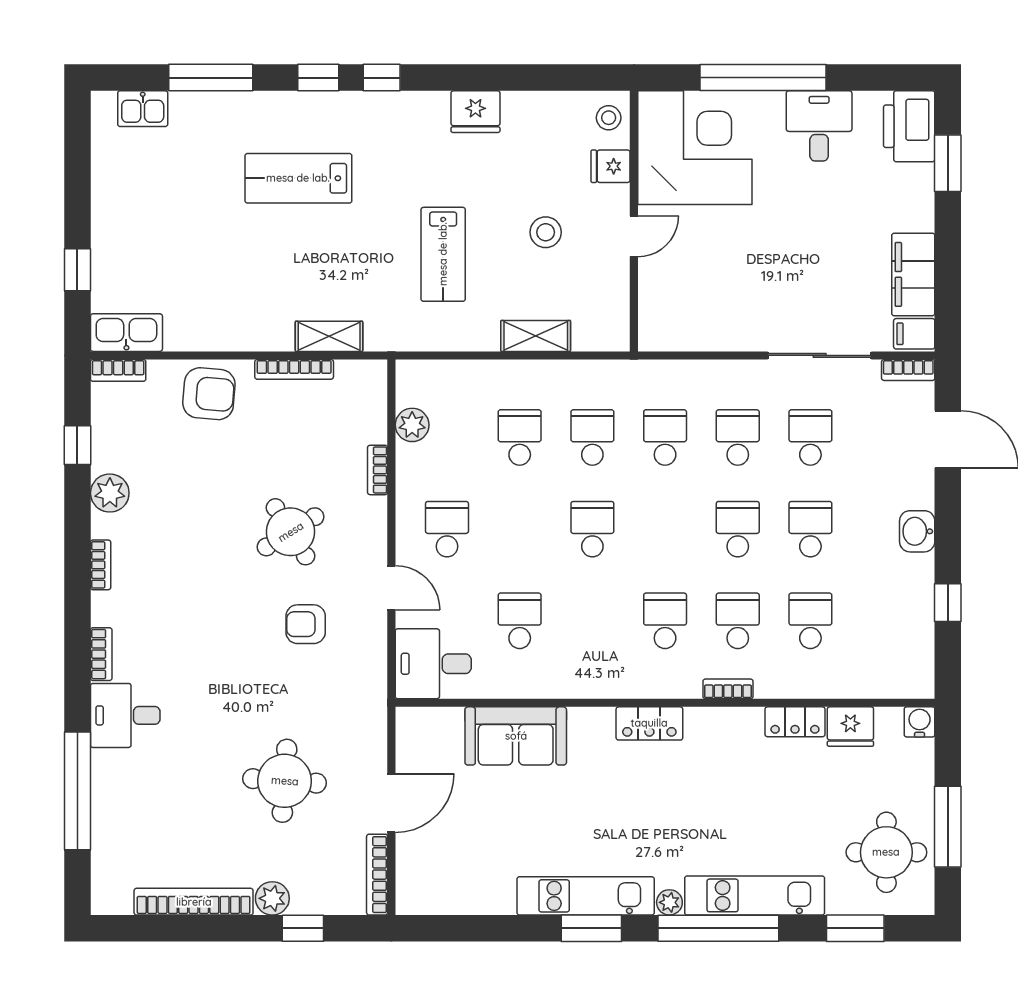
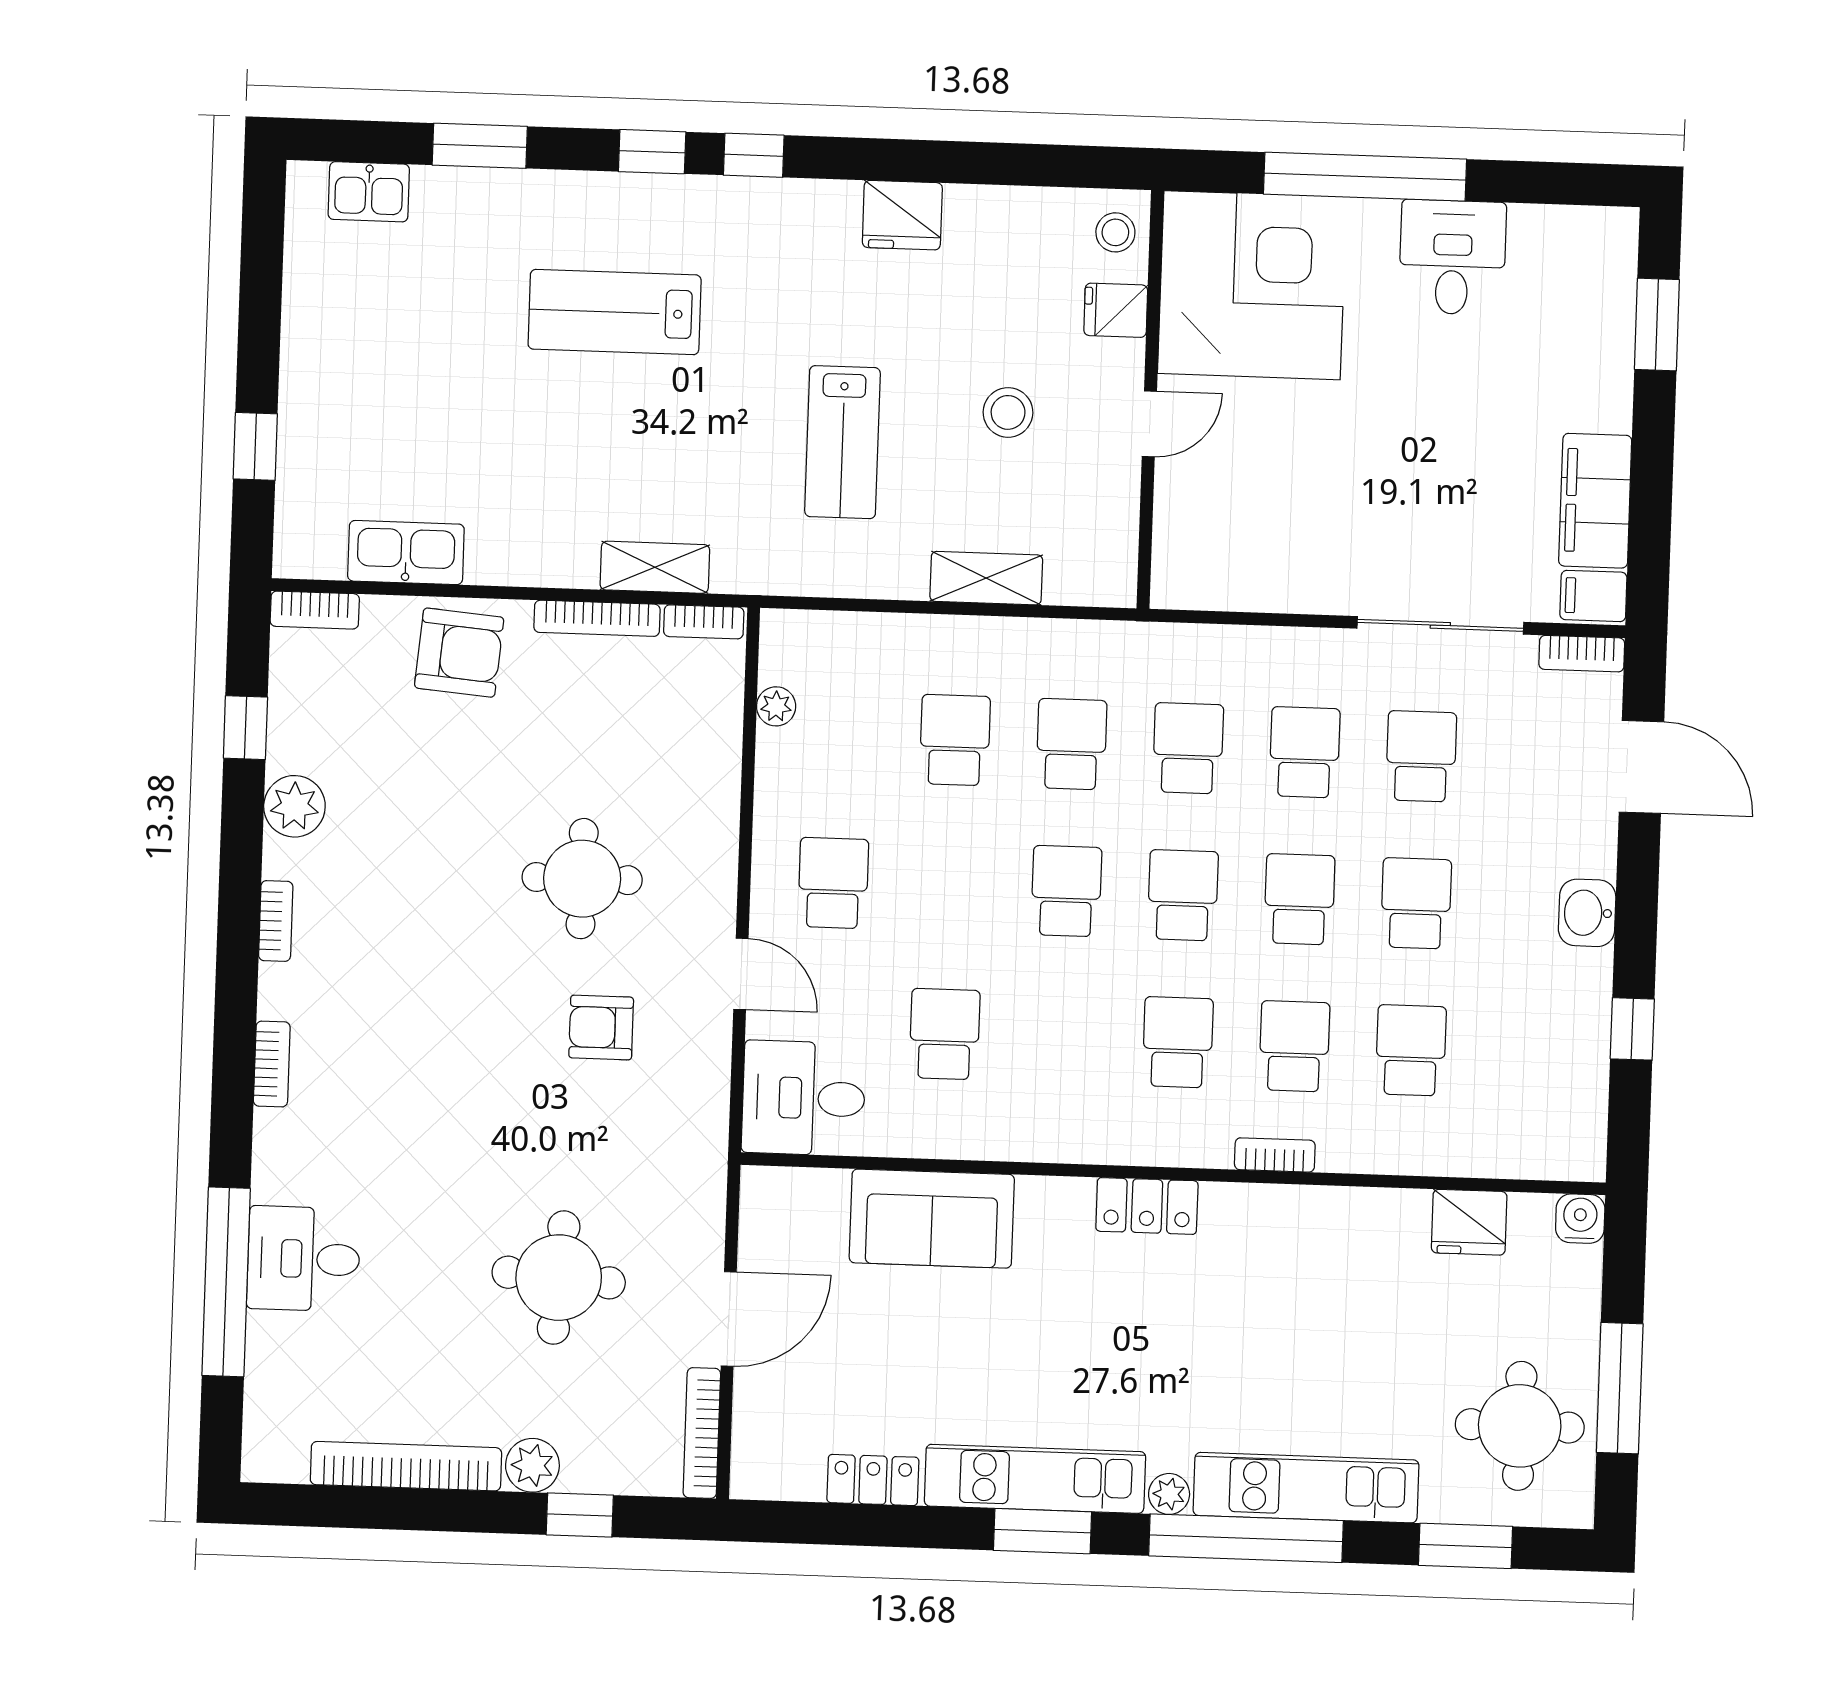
window: (211, 78) -> (480, 146), width x0.69
printer: (909, 126) -> (1597, 263), removed
kitchen sink: (126, 333) -> (406, 553), moved
plant: (412, 425) -> (776, 706), width x0.73, depth x0.73
bookcase: (378, 470) -> (704, 622), moved, turned -90
school desk: (665, 529) -> (1183, 895), added
round table: (291, 532) -> (582, 879), turned 32
desk: (125, 715) -> (304, 1259), moved
locker: (795, 722) -> (873, 1480), moved, turned 180

